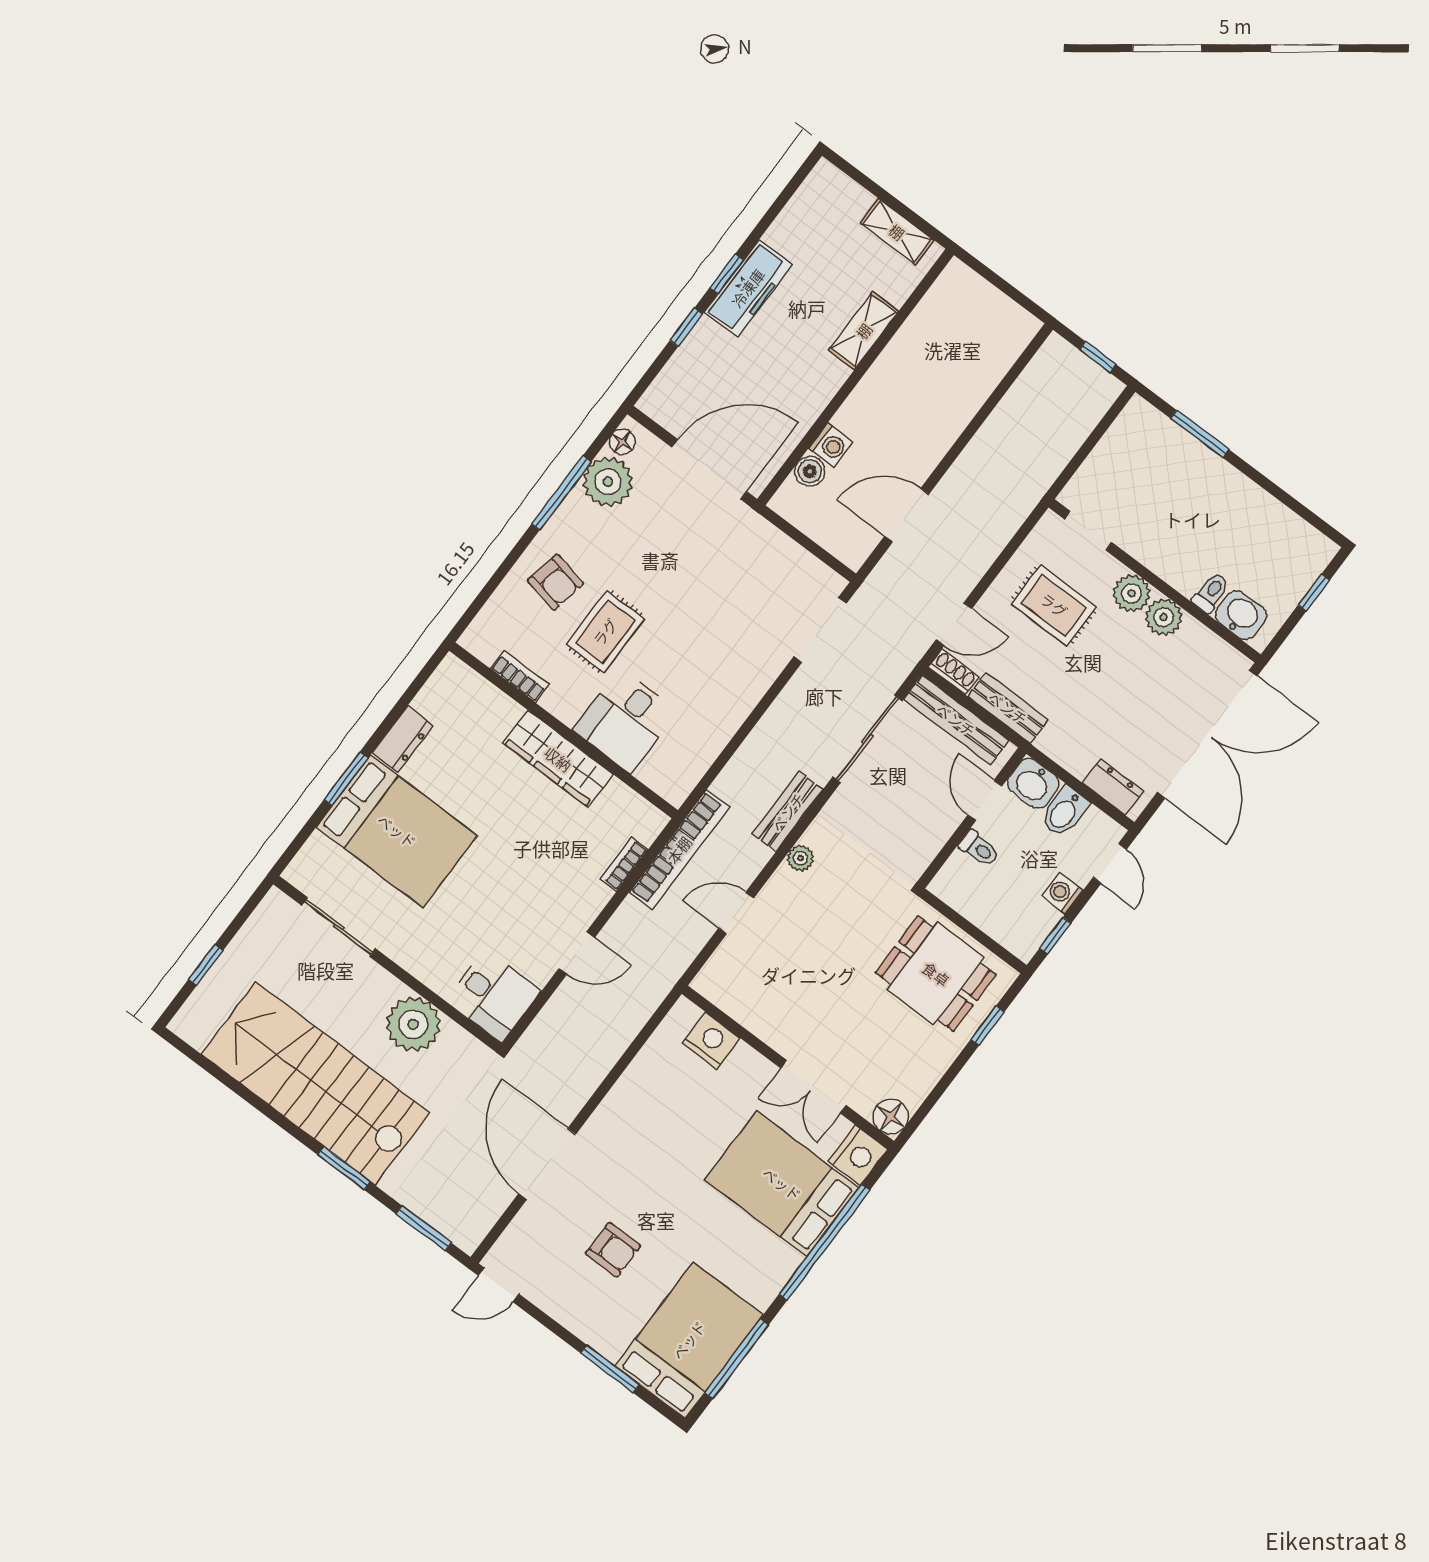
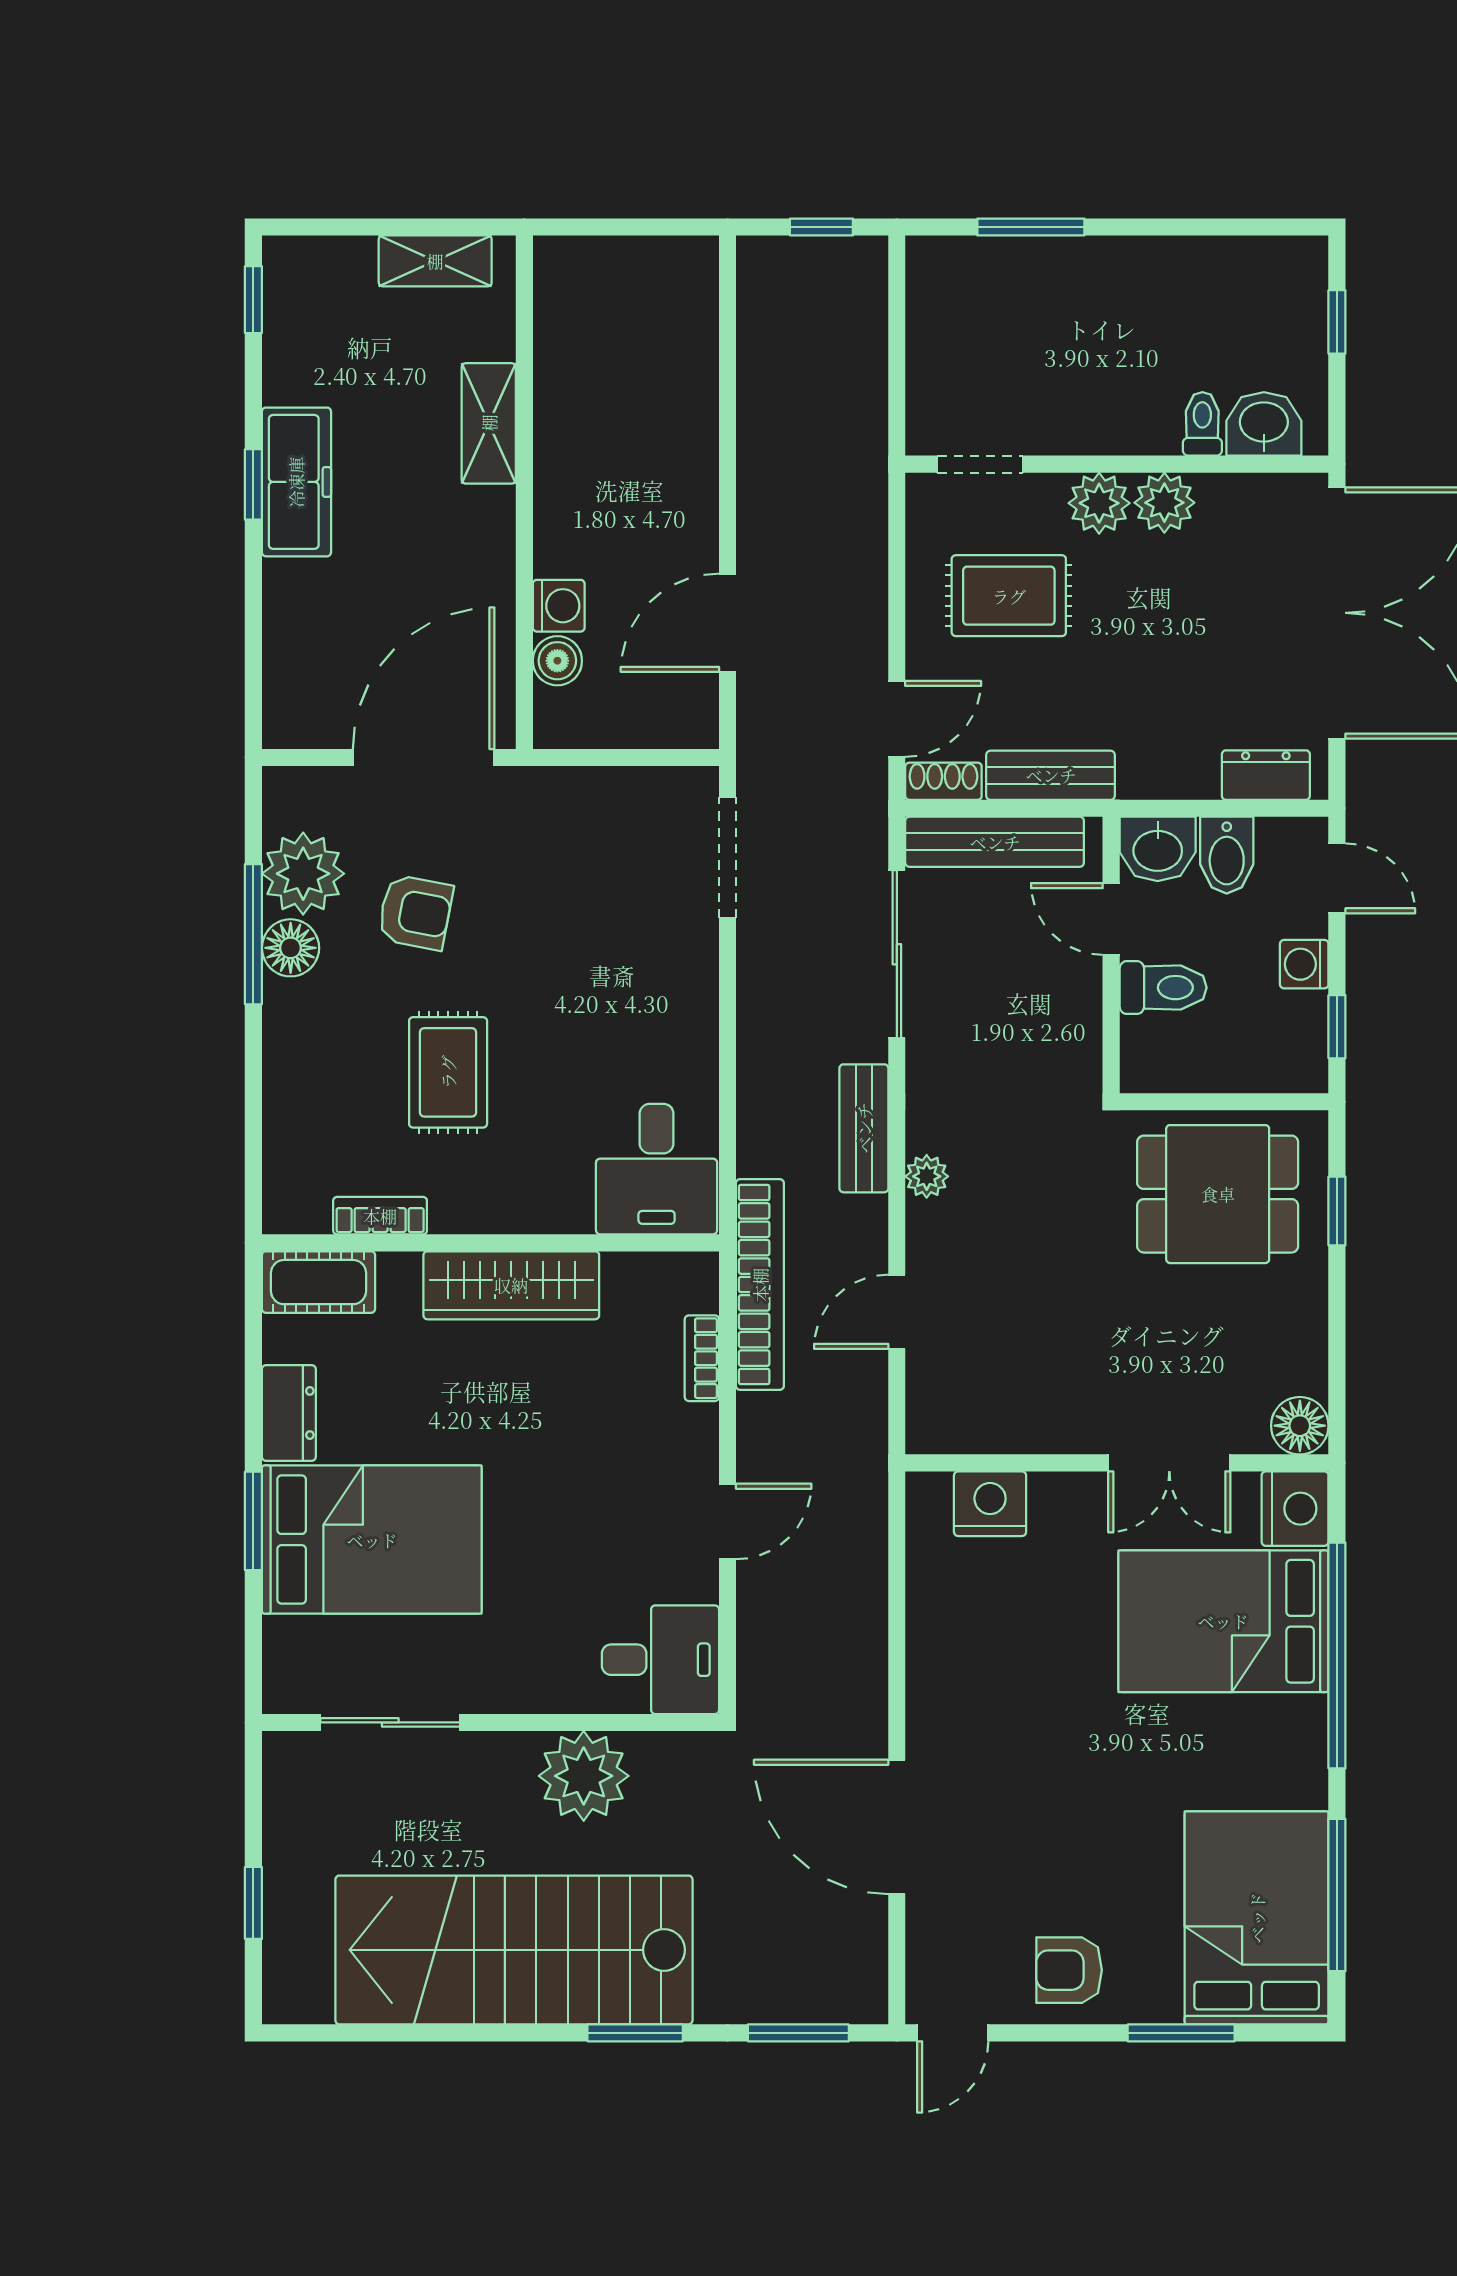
window: (686, 327) -> (253, 300), moved
floor lamp: (622, 442) -> (291, 948), moved, width x1.37, depth x1.37
armchair: (555, 582) -> (415, 912), moved
cot: (465, 686) -> (319, 1282), added
desk: (625, 721) -> (657, 1169), moved
toilet: (979, 848) -> (1163, 988), width x1.37, depth x1.39
armchair: (613, 1250) -> (1069, 1970), moved, turned 180

